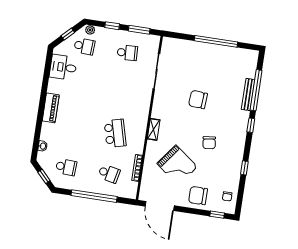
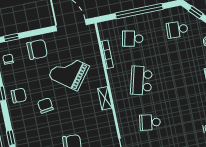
school desk: (121, 93) -> (150, 122), added
school desk: (115, 133) -> (141, 80), turned 30
chair: (230, 160) -> (19, 96), added

